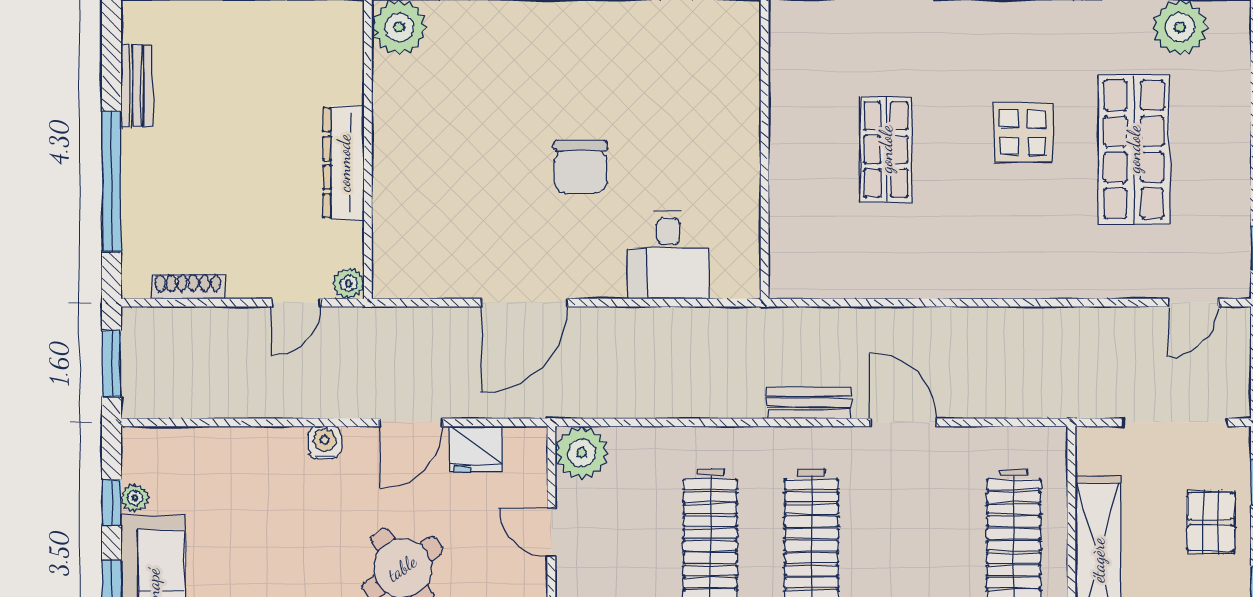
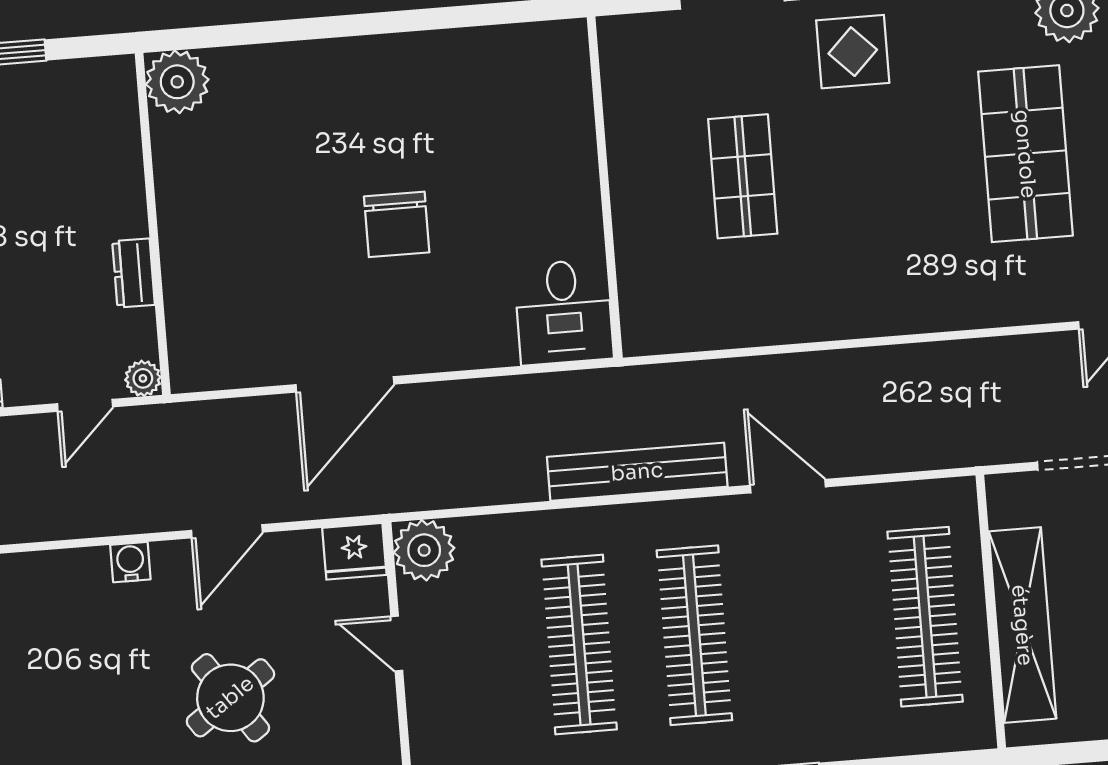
display table: (1023, 133) -> (853, 52), moved
dresser: (344, 163) -> (133, 273), width x0.51, depth x0.80
desk: (668, 255) -> (564, 312), moved
bench: (809, 403) -> (637, 472), width x1.86, depth x1.21
fridge: (476, 449) -> (354, 551), moved

